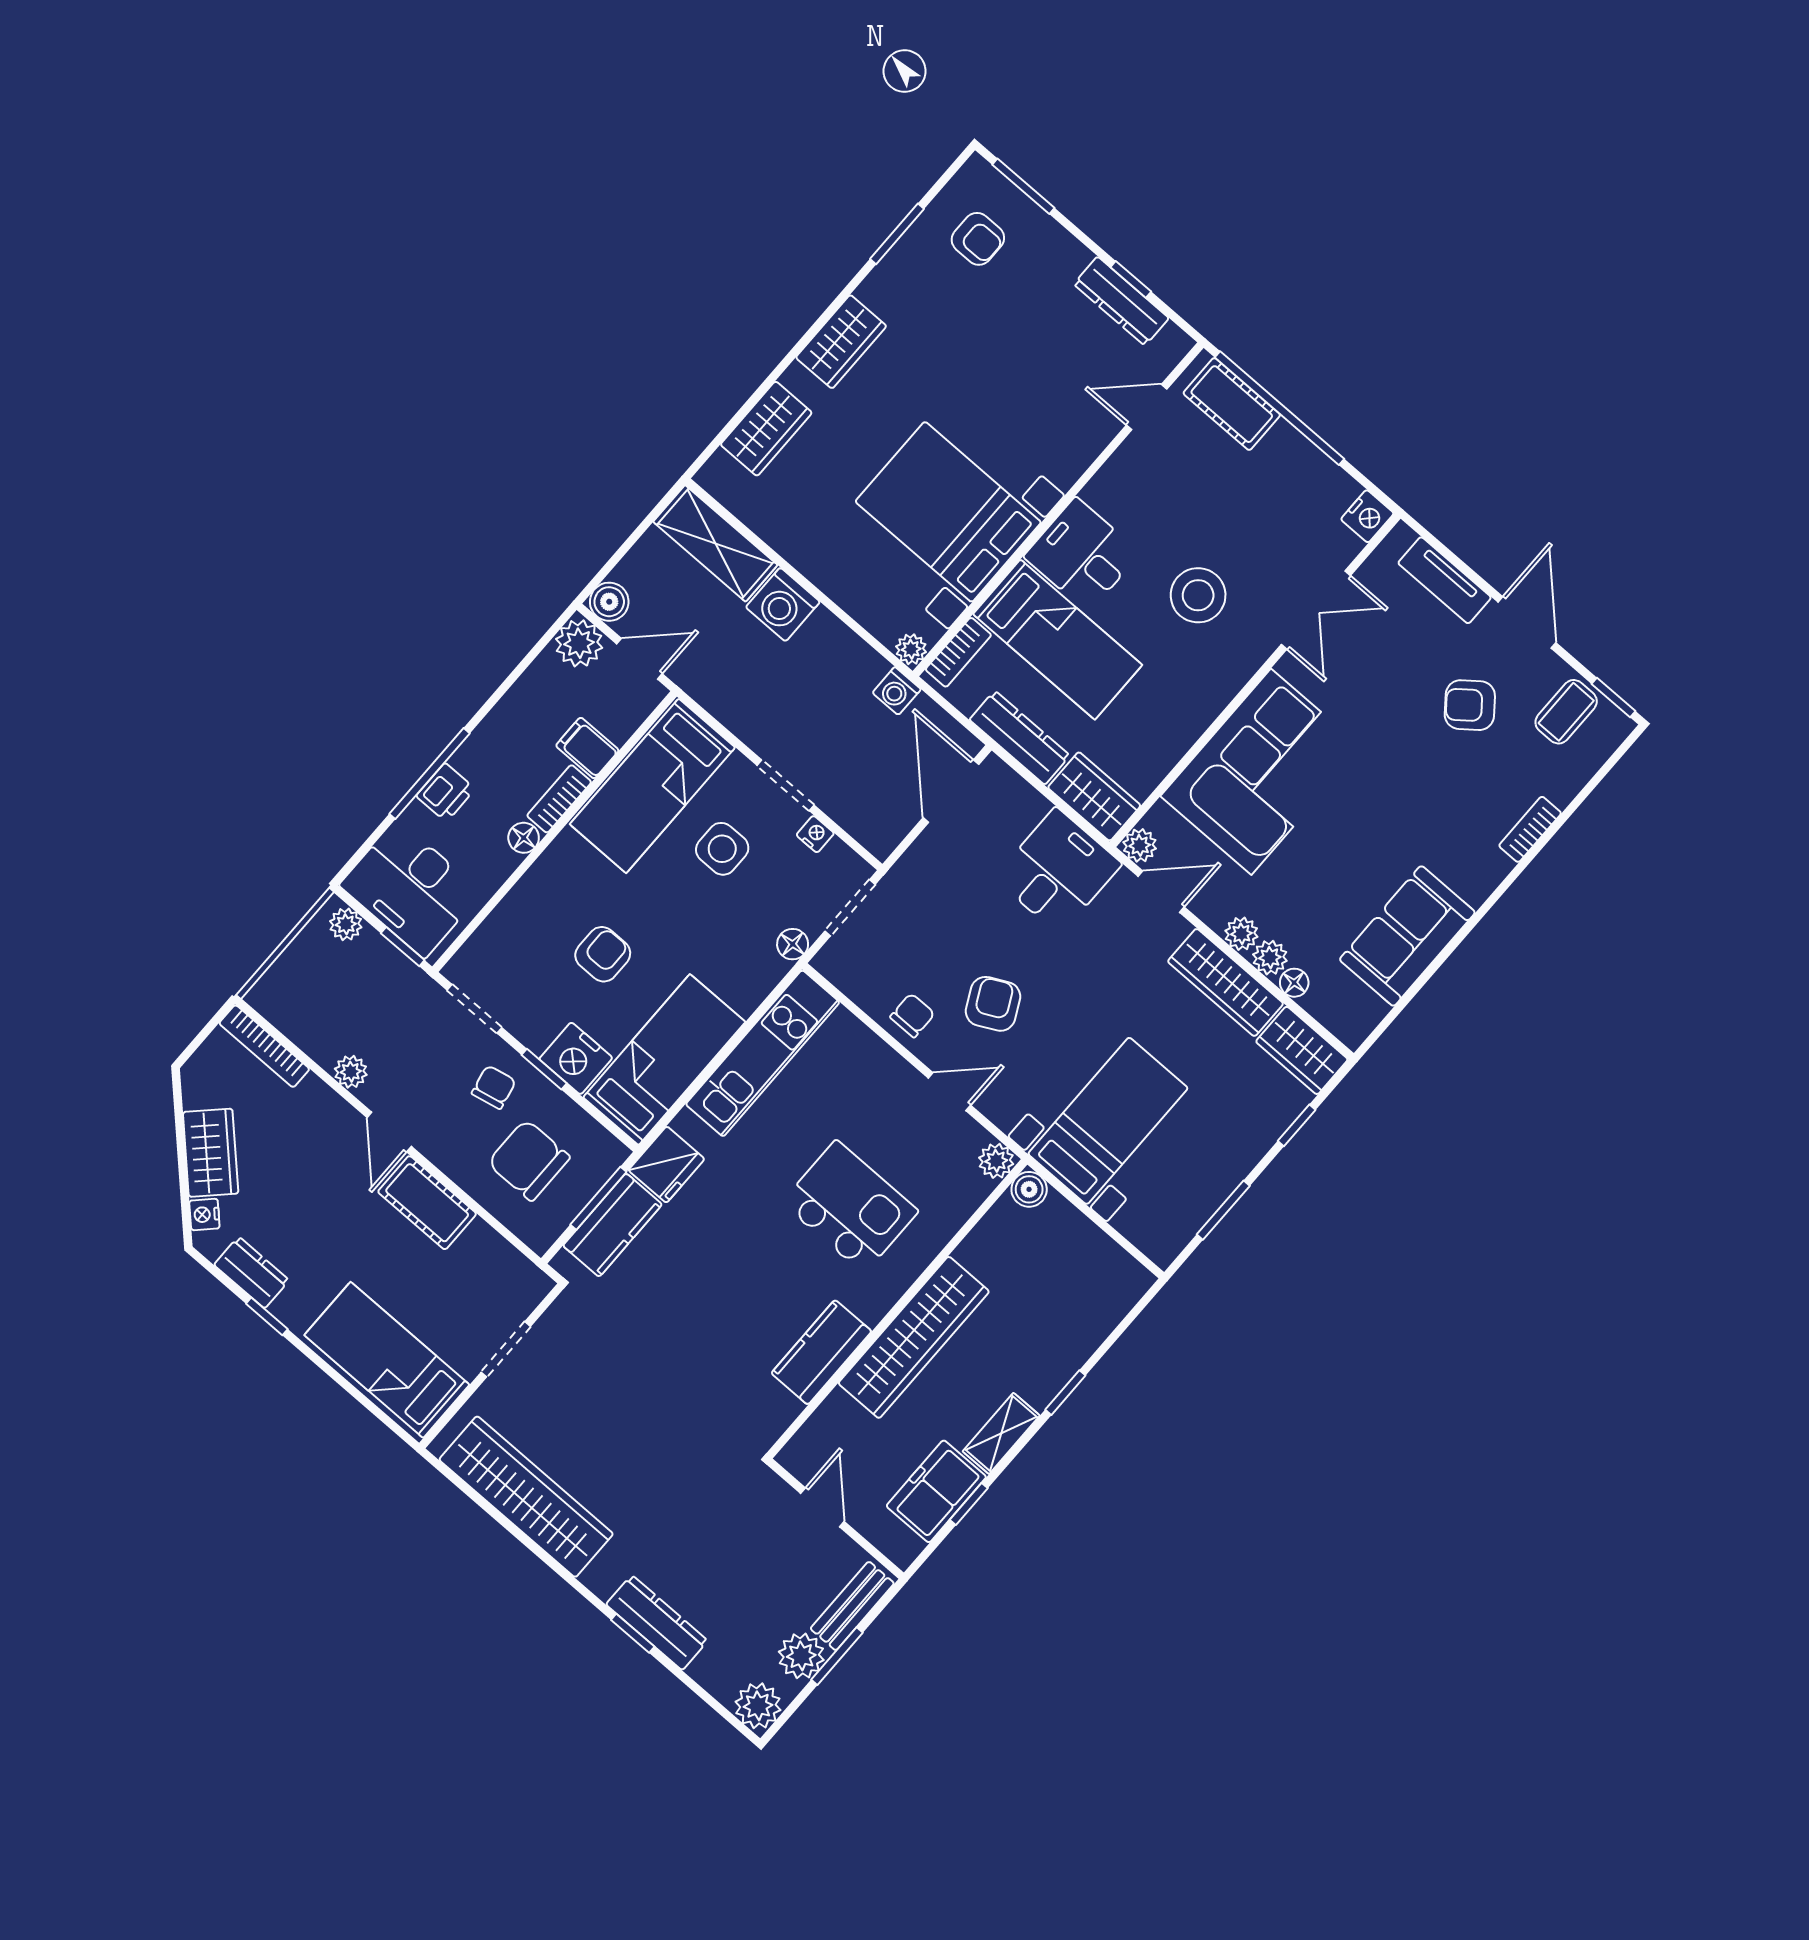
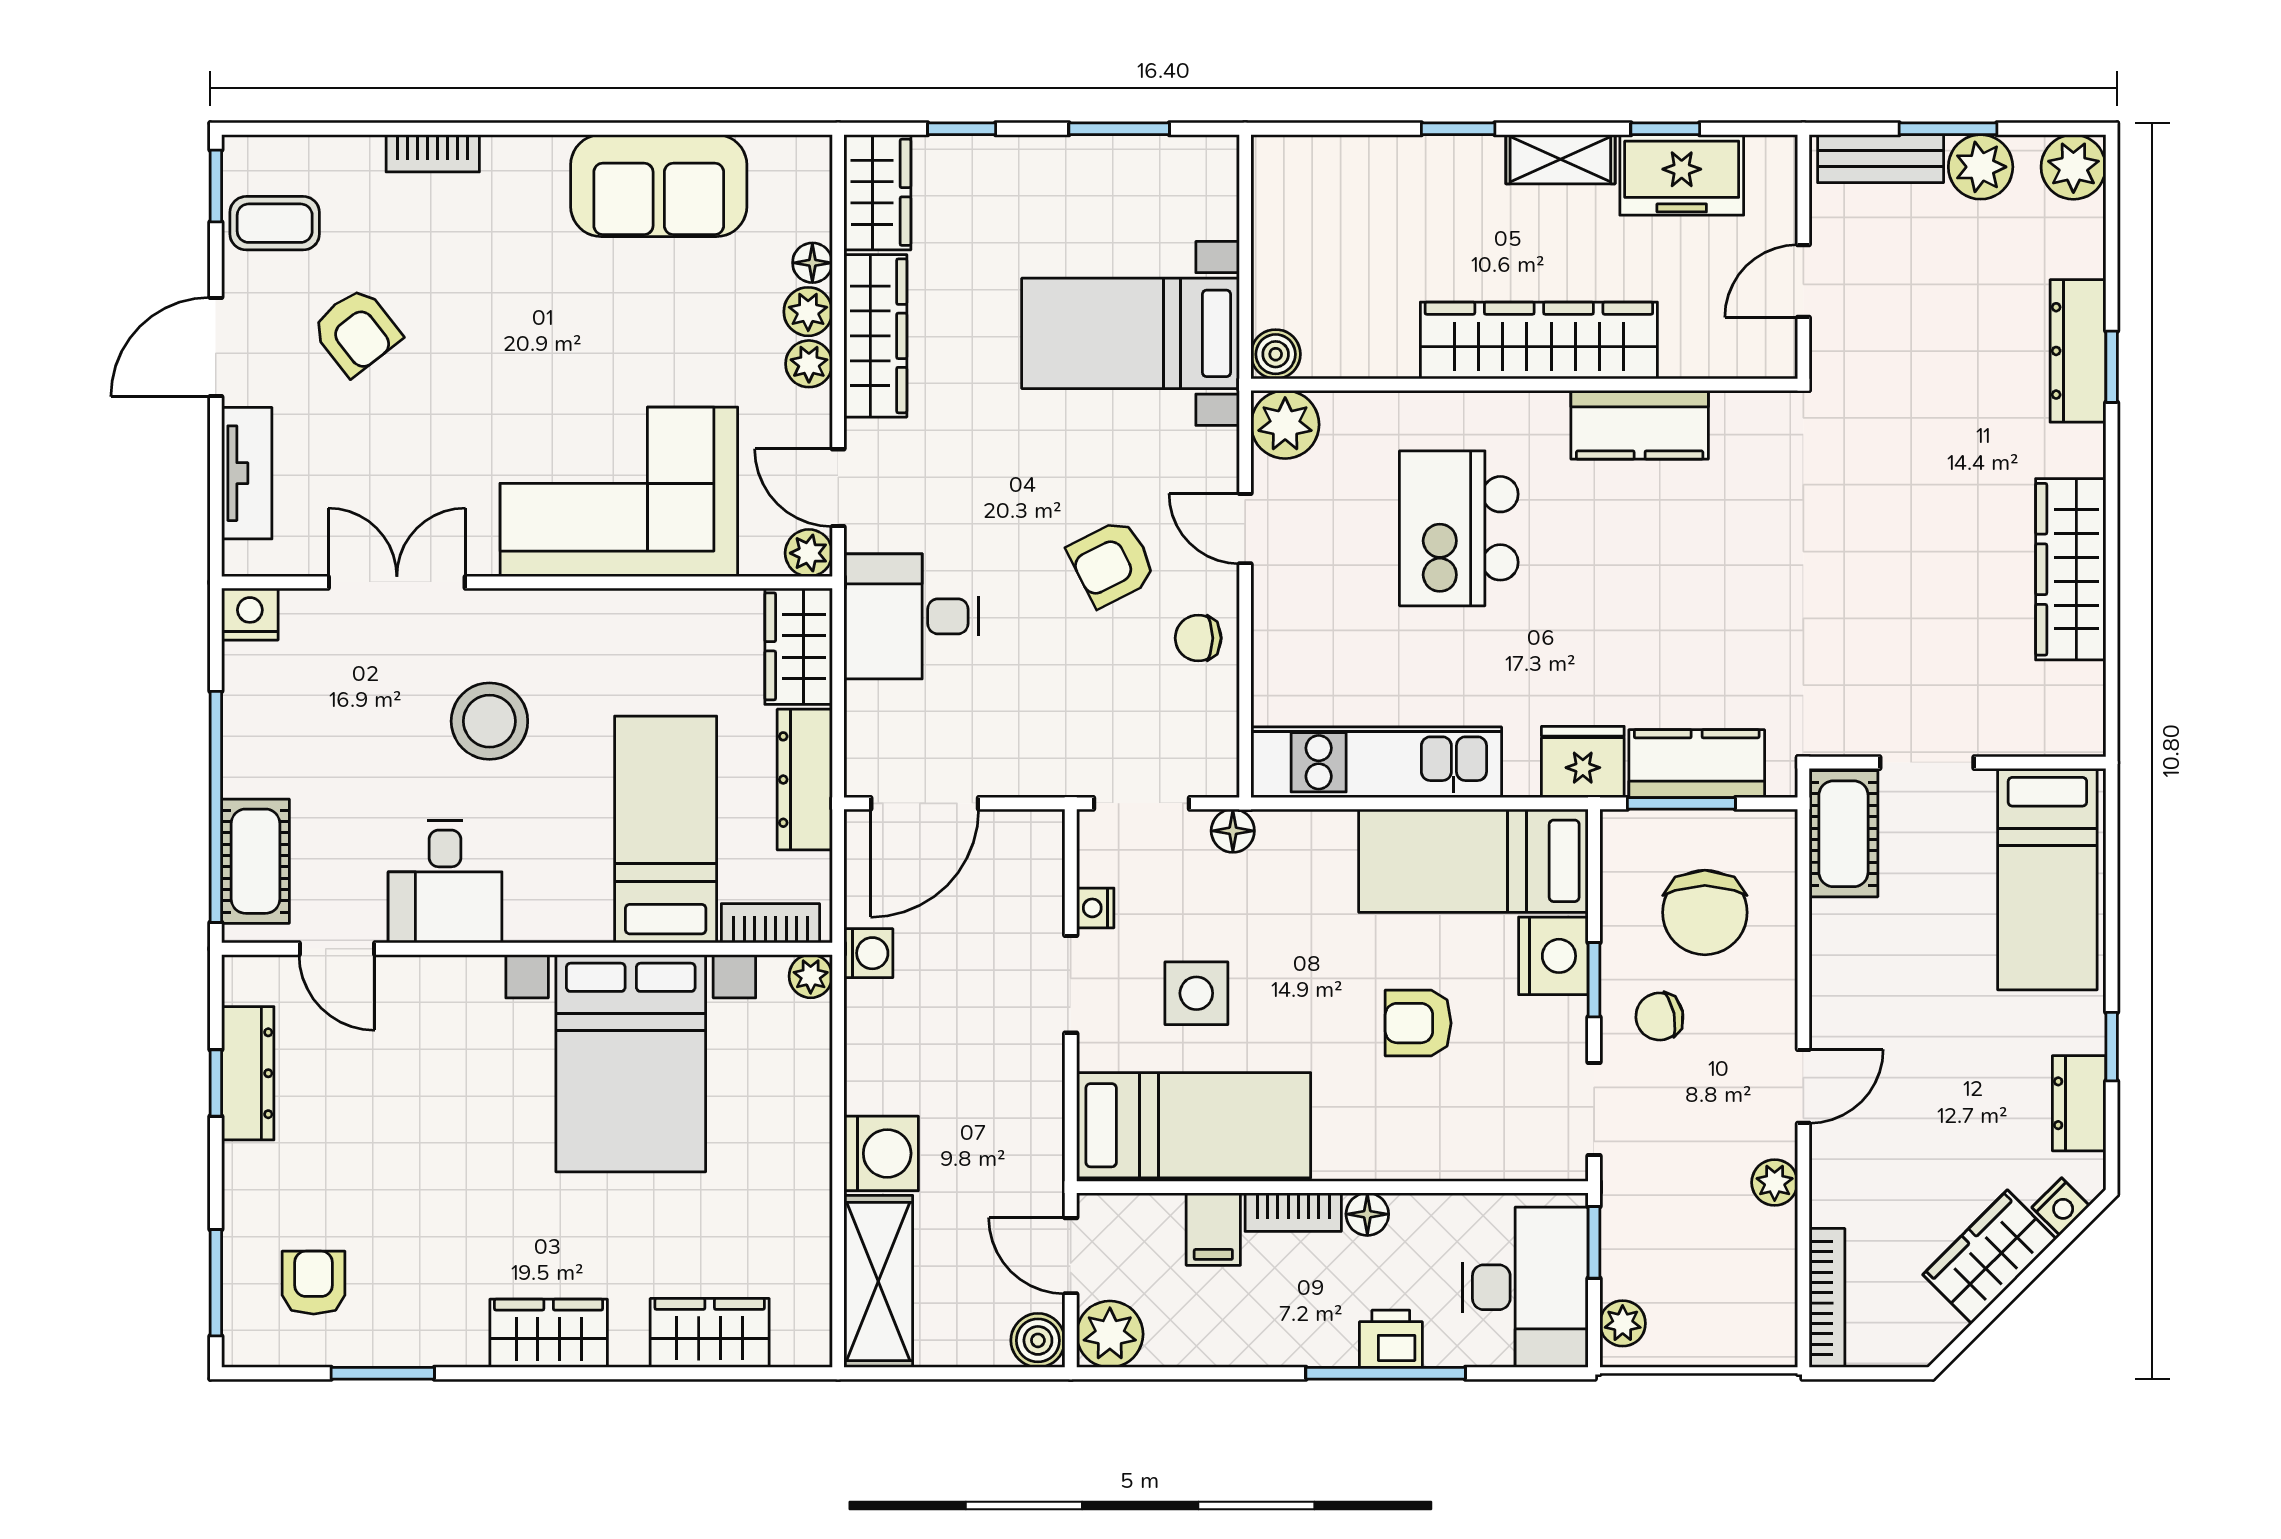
desk: (1082, 555) -> (445, 882), moved
plant: (996, 1161) -> (1285, 425), width x1.38, depth x1.38
cot: (427, 1203) -> (1843, 834), moved
wardrobe: (526, 1497) -> (2071, 569), width x0.71, depth x0.85

